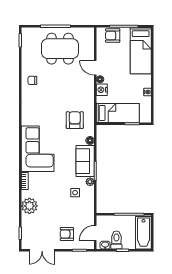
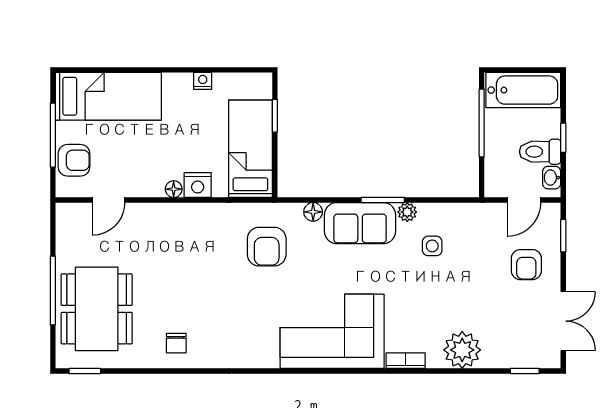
armchair: (113, 36) -> (74, 160), turned -90
dining table: (60, 49) -> (97, 309), moved
door: (95, 68) -> (108, 200), moved
armchair: (75, 120) -> (267, 247), turned -90
door: (95, 233) -> (524, 200), hinge flipped

